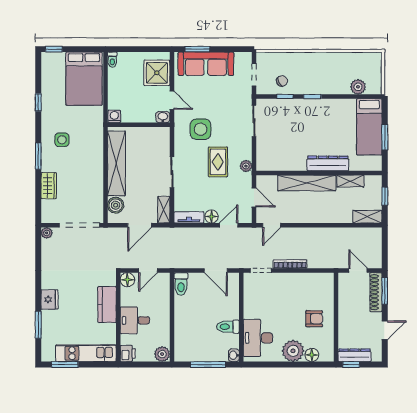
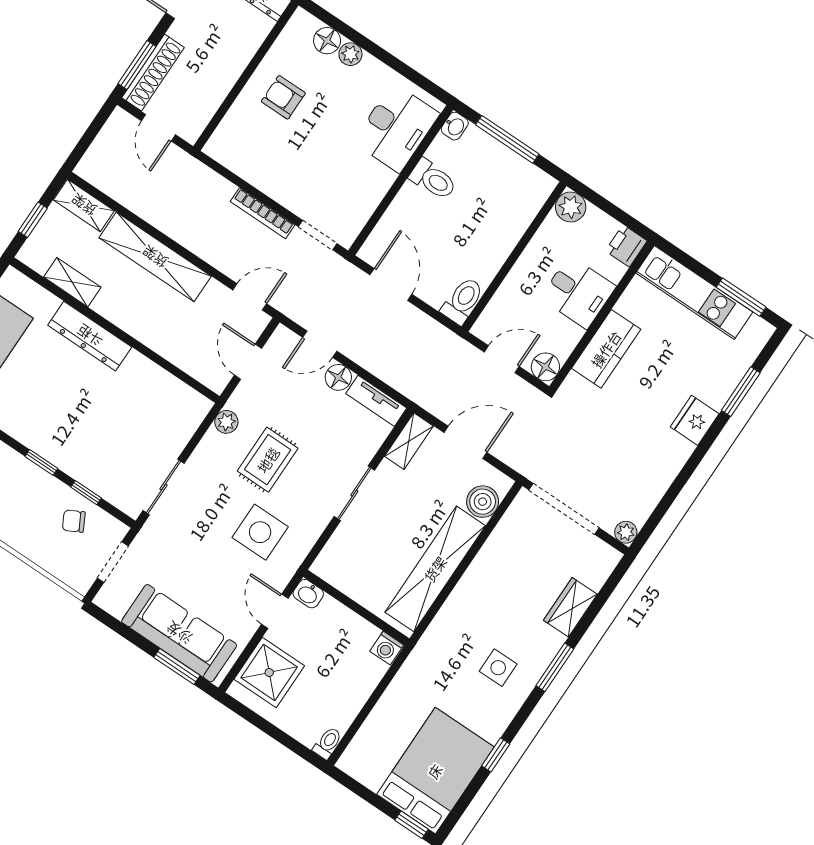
bed: (84, 79) -> (435, 771), moved
shelving: (307, 183) -> (155, 257), moved
plant: (293, 351) -> (350, 54), width x0.53, depth x0.53

